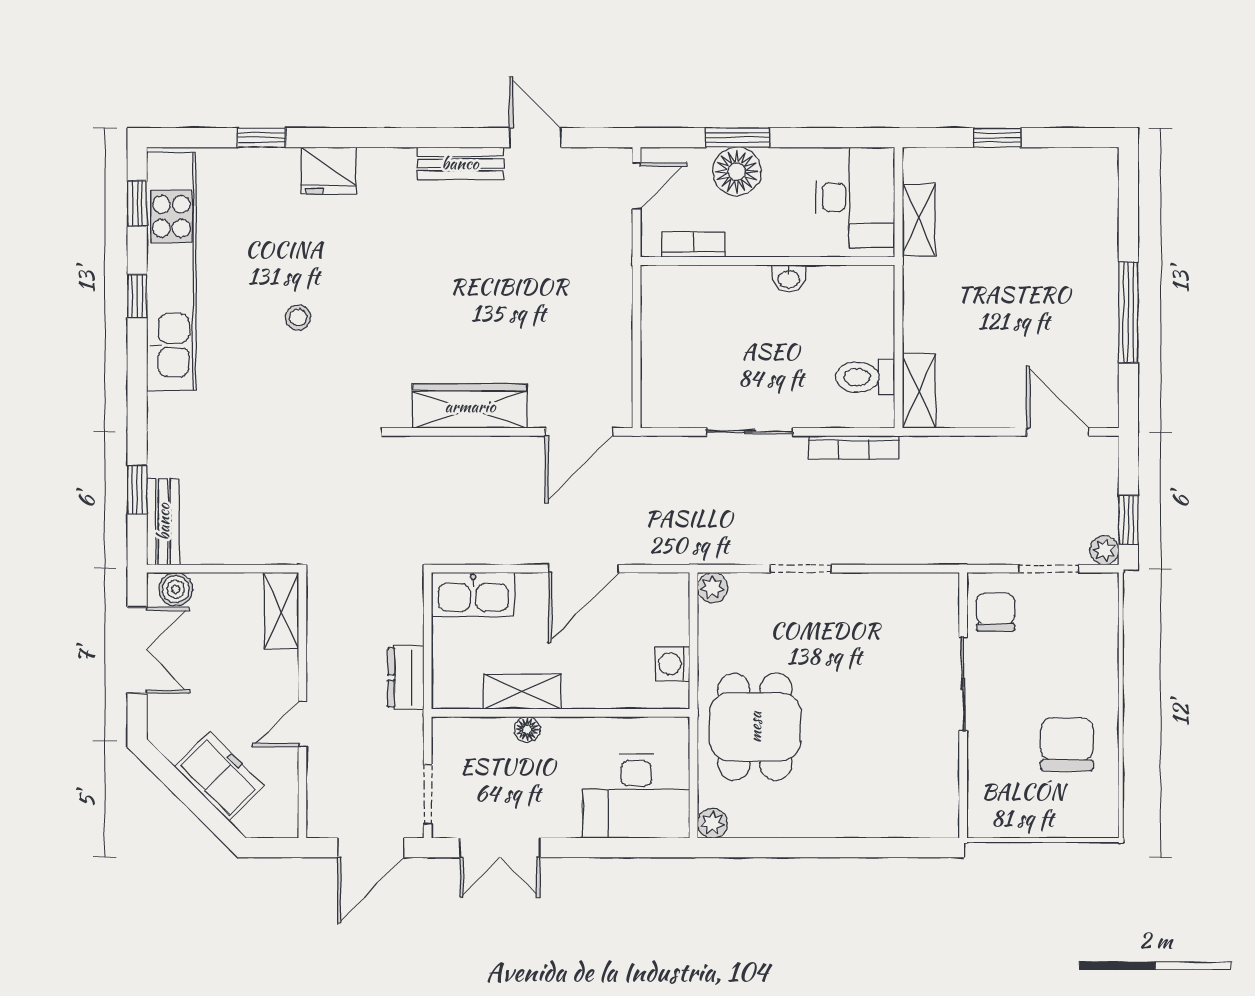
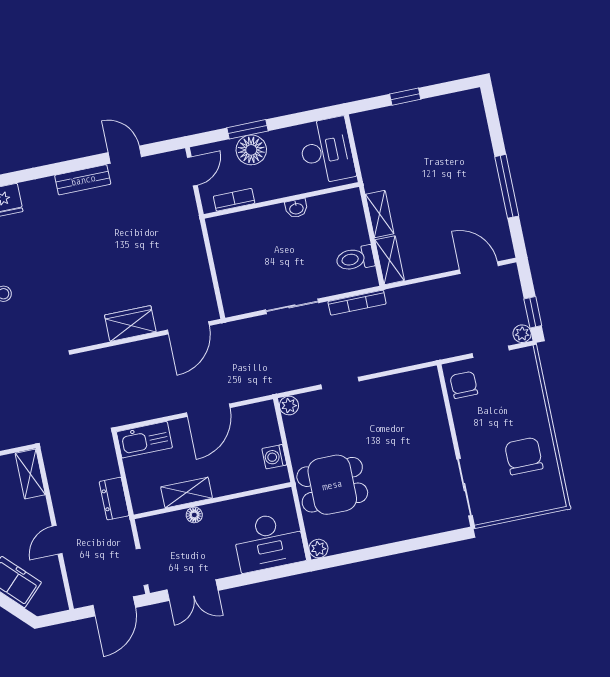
shelving: (919, 220) -> (380, 214), moved
wardrobe: (470, 406) -> (130, 323), width x0.67
sliding door: (963, 684) -> (464, 487), moved
dining table: (755, 727) -> (332, 485), turned 90

